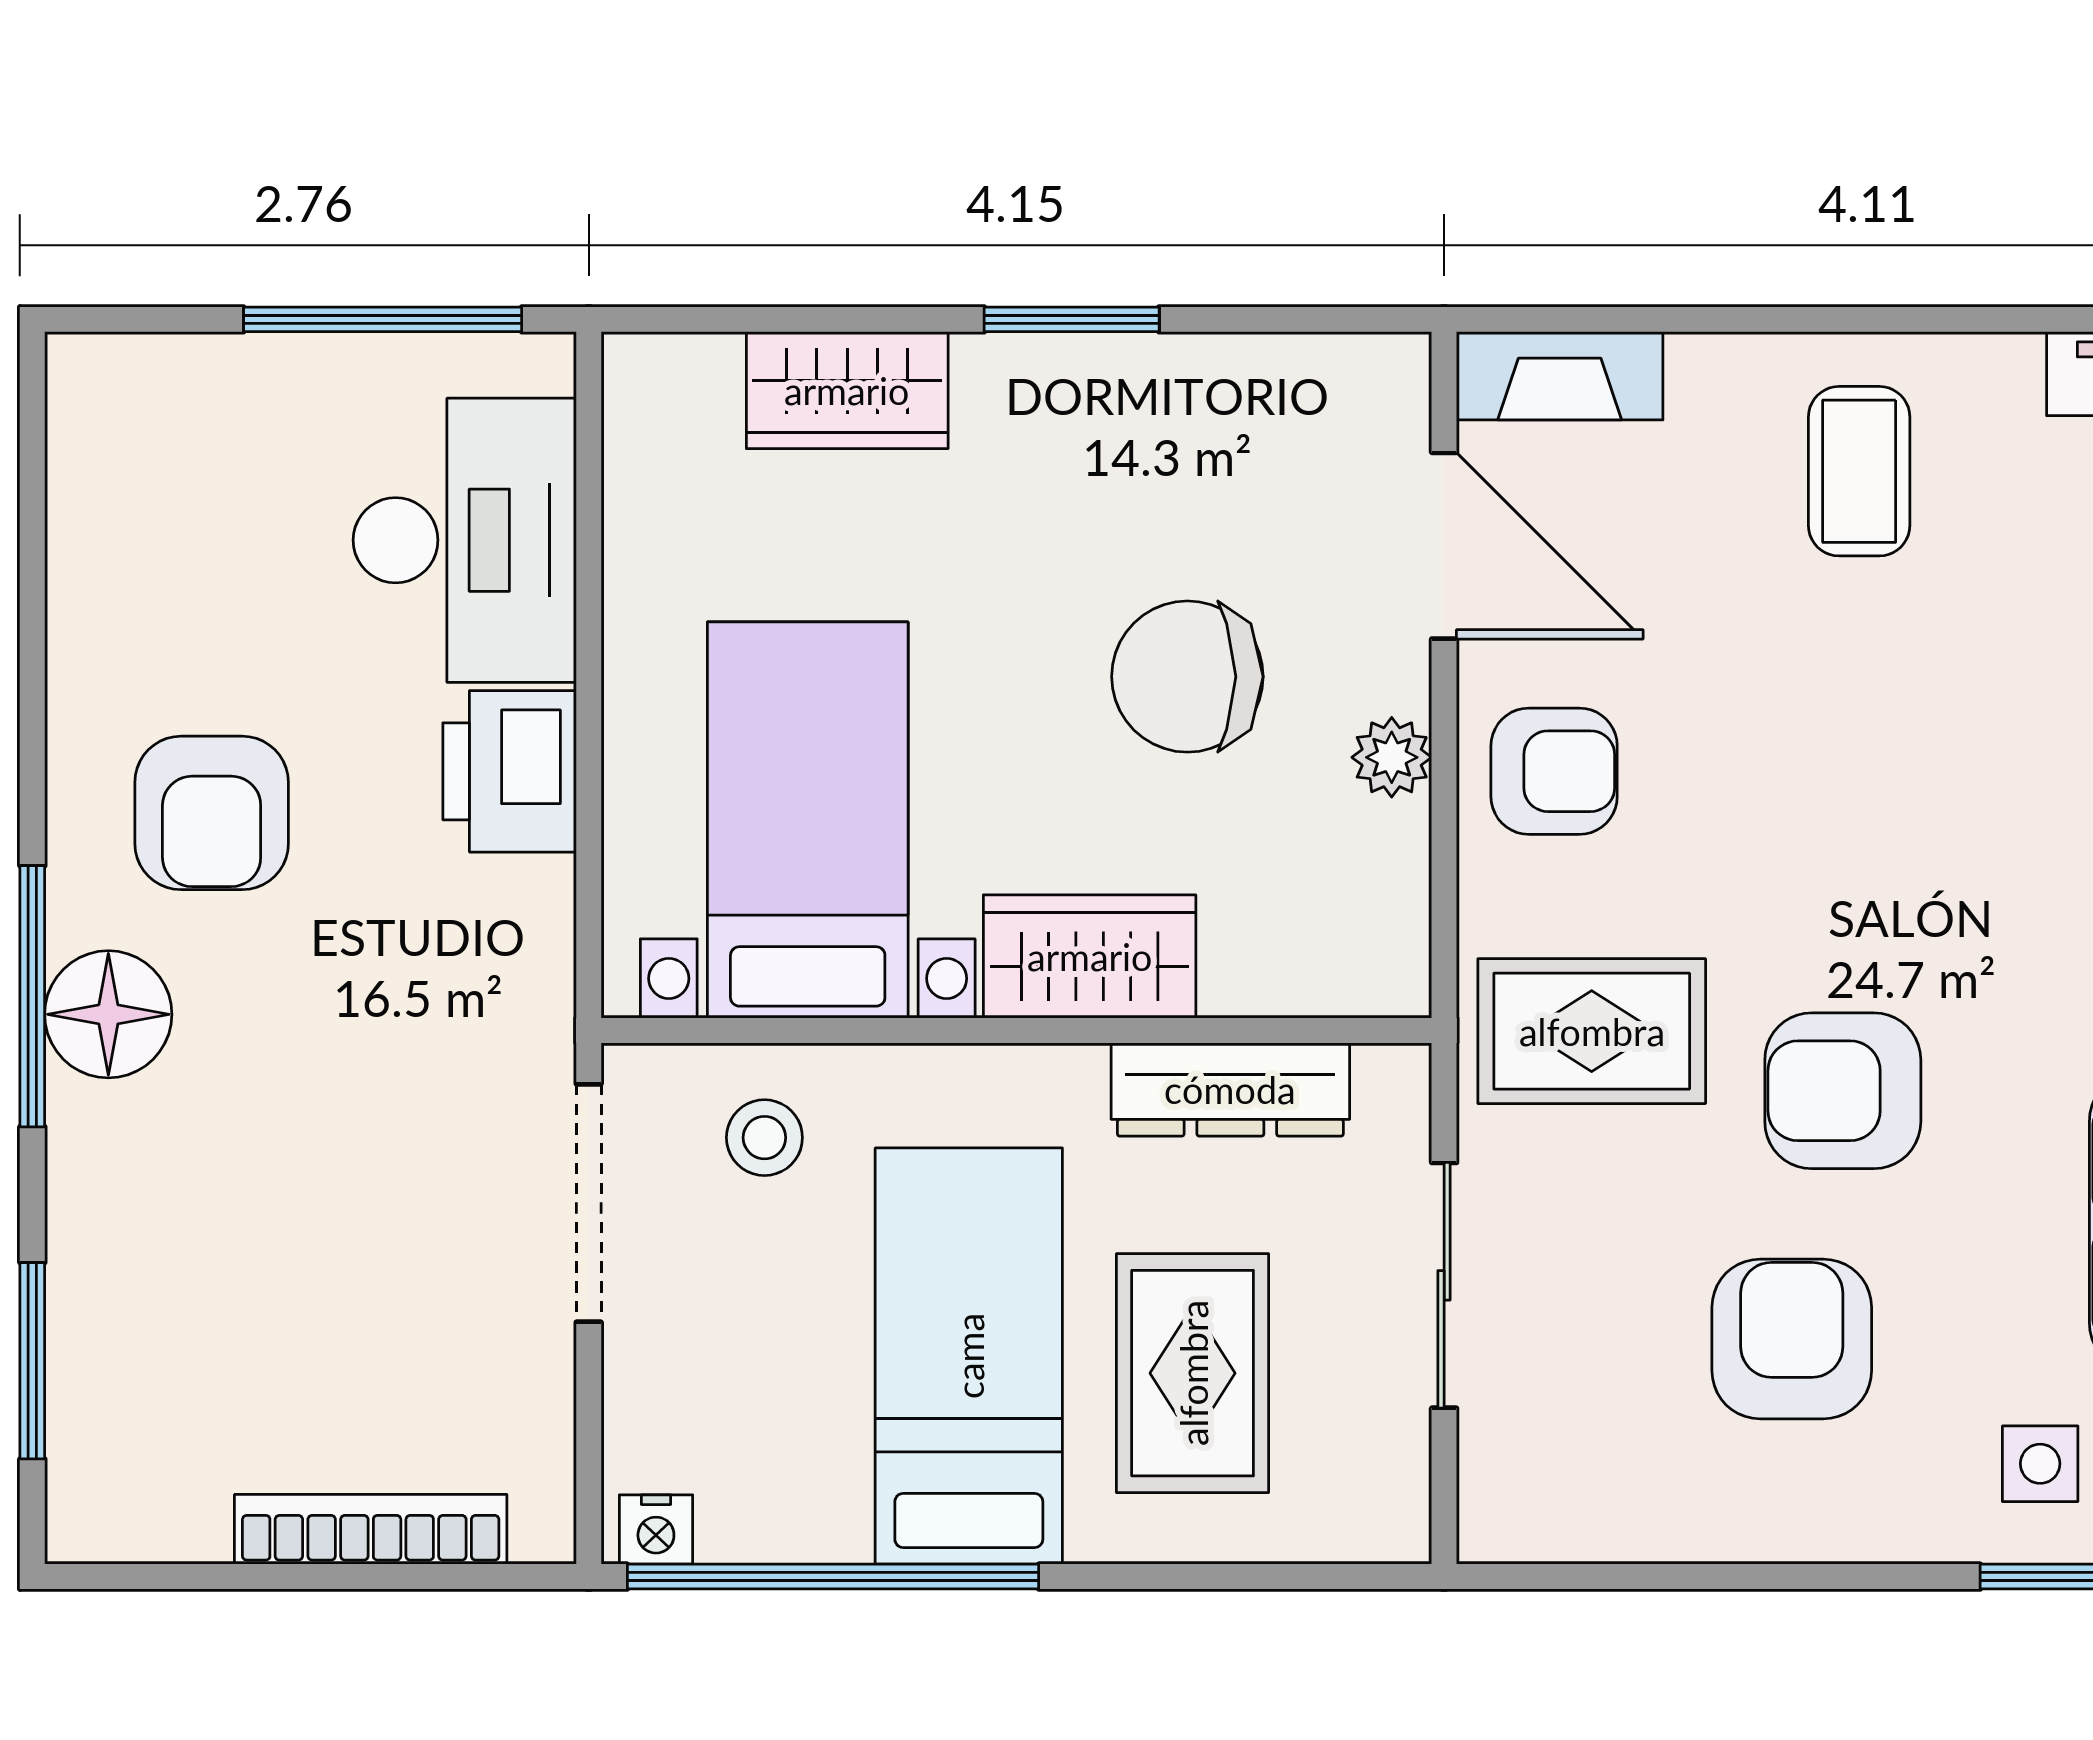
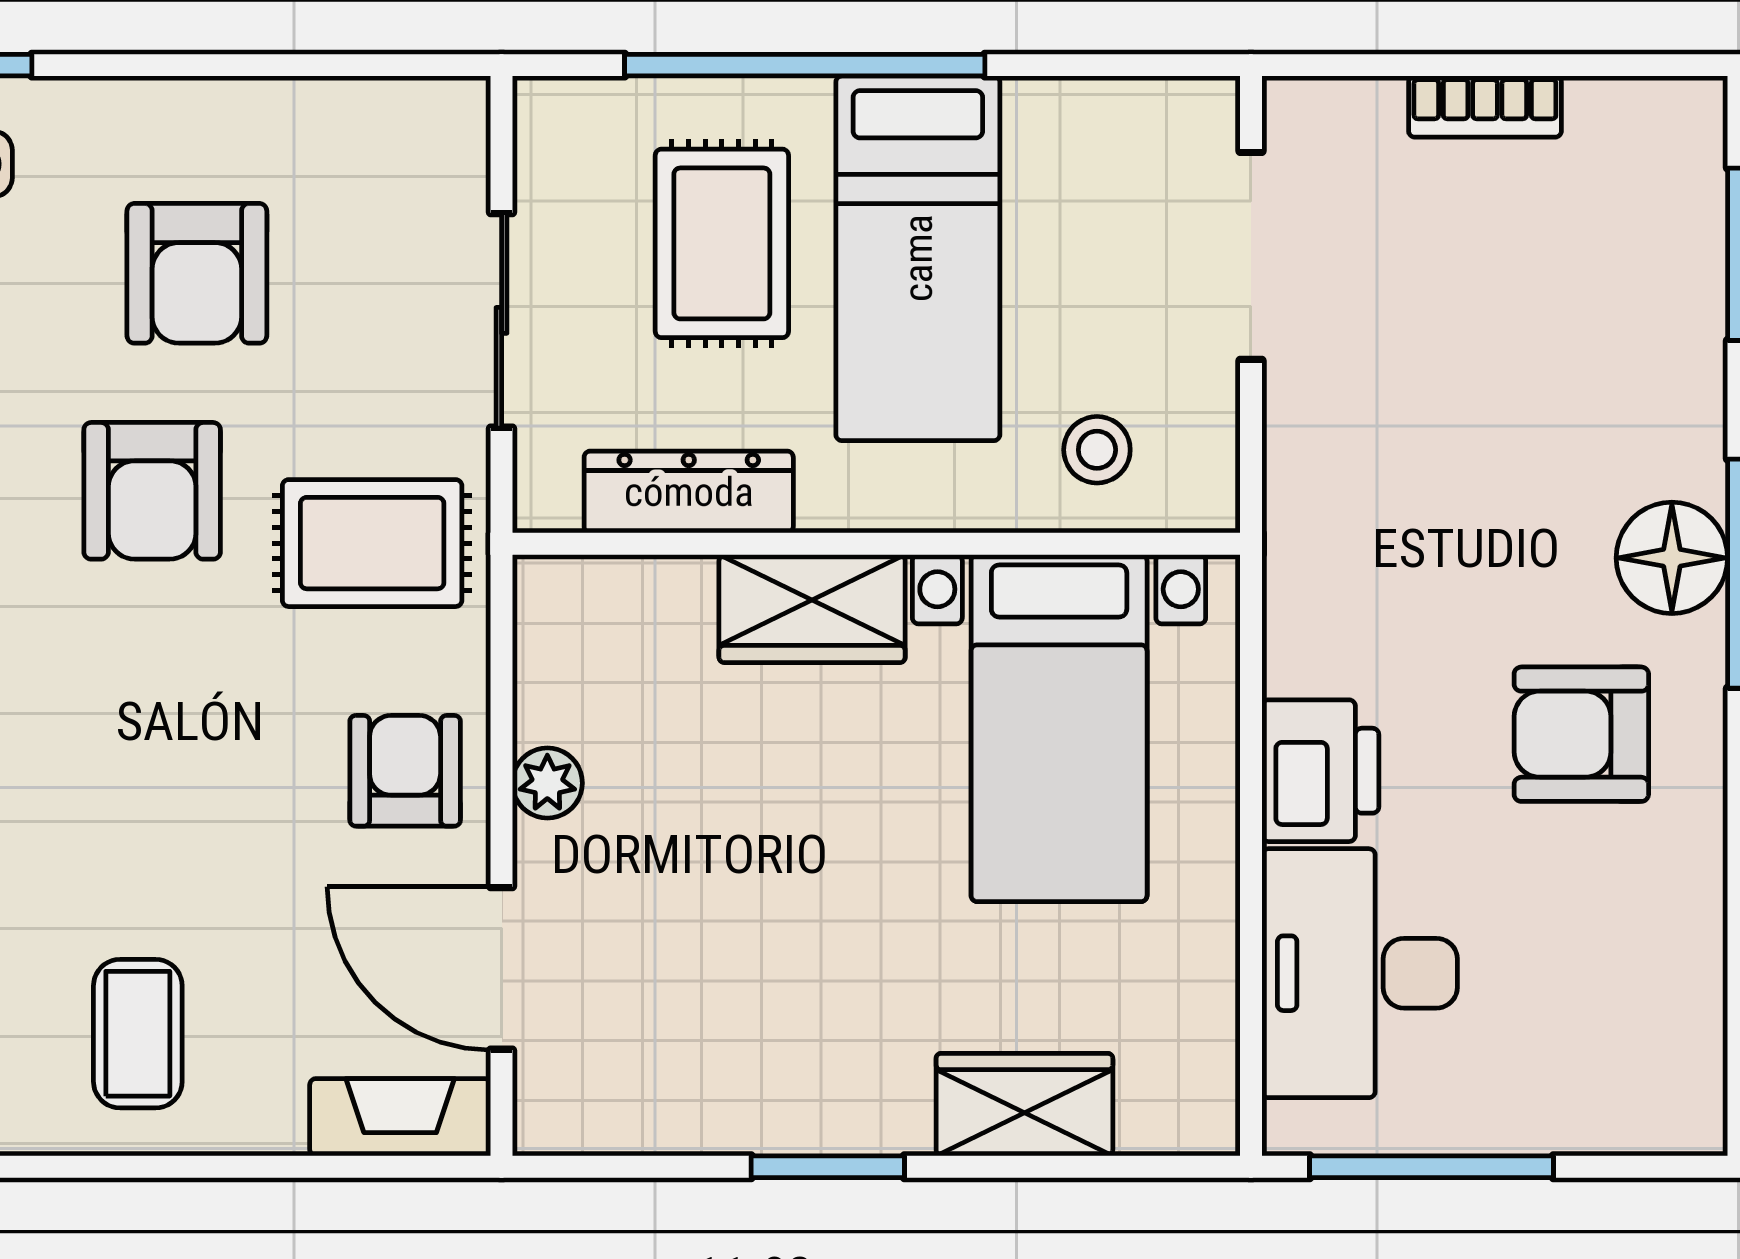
chair: (1187, 677) -> (726, 854), removed
armchair: (1554, 771) -> (405, 771), turned 90
armchair: (212, 813) -> (1581, 734), turned -90
armchair: (1843, 1091) -> (152, 491), turned 90
doorway: (589, 1203) -> (1251, 256), moved
bookcase: (371, 1529) -> (1485, 107), width x0.64
nightstand: (656, 1530) -> (1192, 106), removed
window: (833, 1577) -> (805, 65), moved

